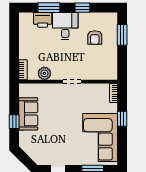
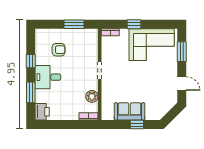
printer: (43, 20) -> (42, 112), moved
window: (122, 35) -> (74, 24), moved

